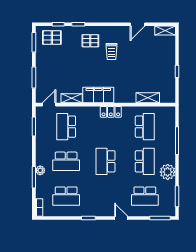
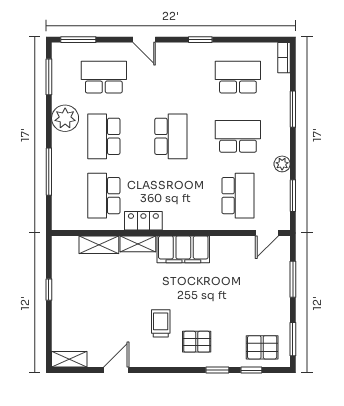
shelving: (72, 98) -> (138, 244), moved
locker: (111, 112) -> (143, 221), moved
plant: (40, 170) -> (282, 164), moved

